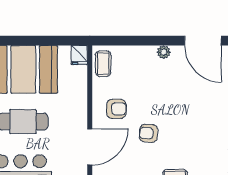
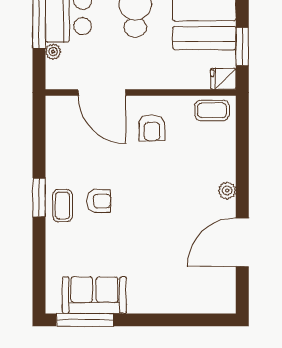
window: (55, 41) -> (242, 46), added
armchair: (149, 133) -> (99, 201), moved, turned 86

